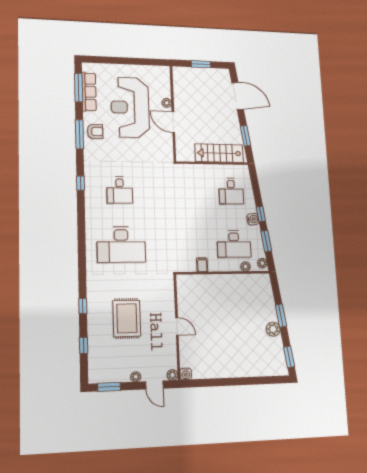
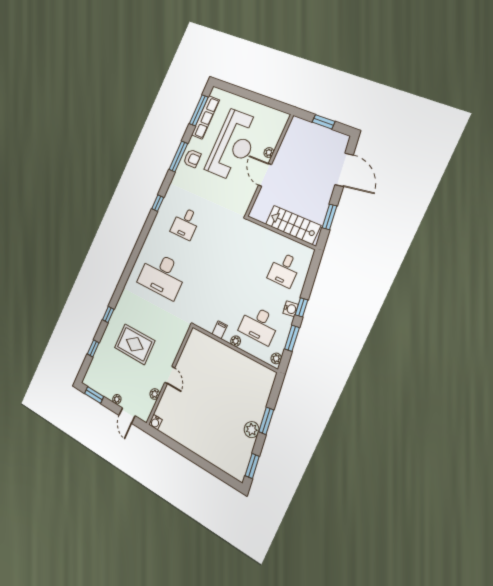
reception desk: (130, 107) -> (233, 145), turned 180
plant: (246, 266) -> (236, 341), moved
rug: (127, 318) -> (135, 344), turned 90
plant: (172, 375) -> (155, 394), moved

